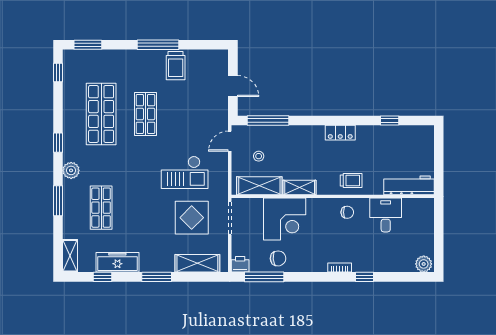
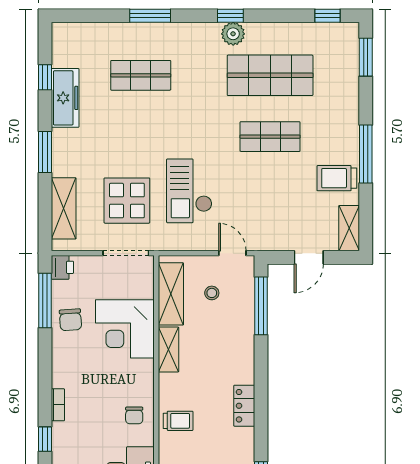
plant: (71, 170) -> (233, 34), moved
trolley: (351, 181) -> (178, 421), turned -90
shelving: (70, 256) -> (349, 228), moved, turned 90

